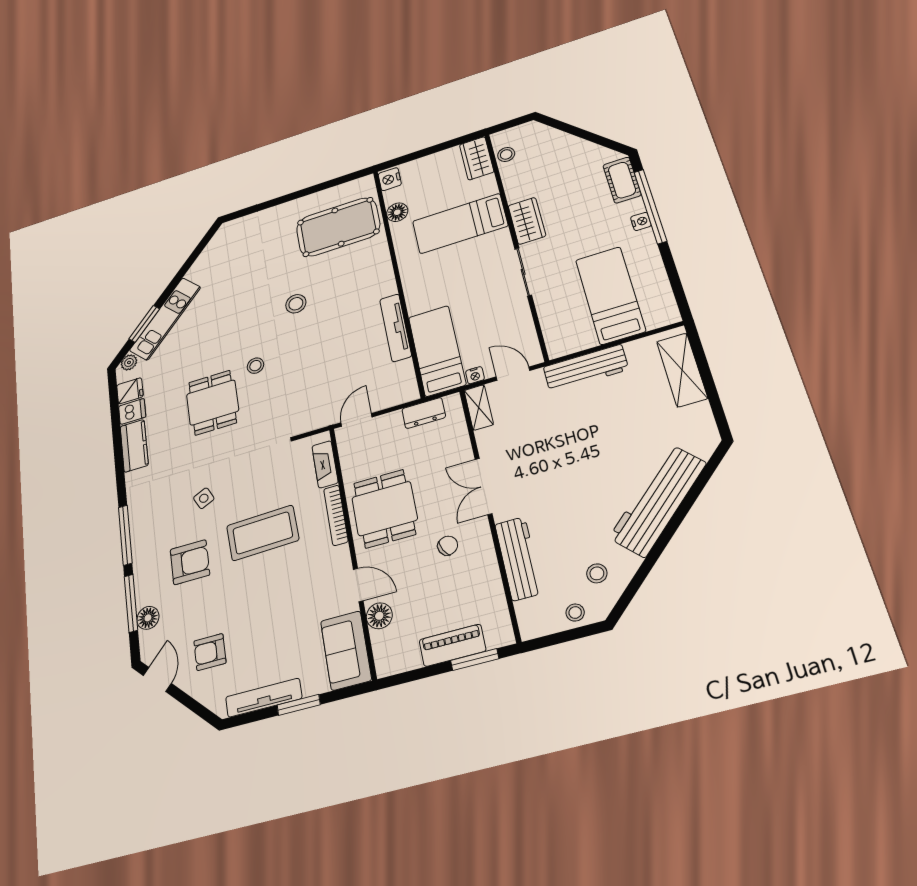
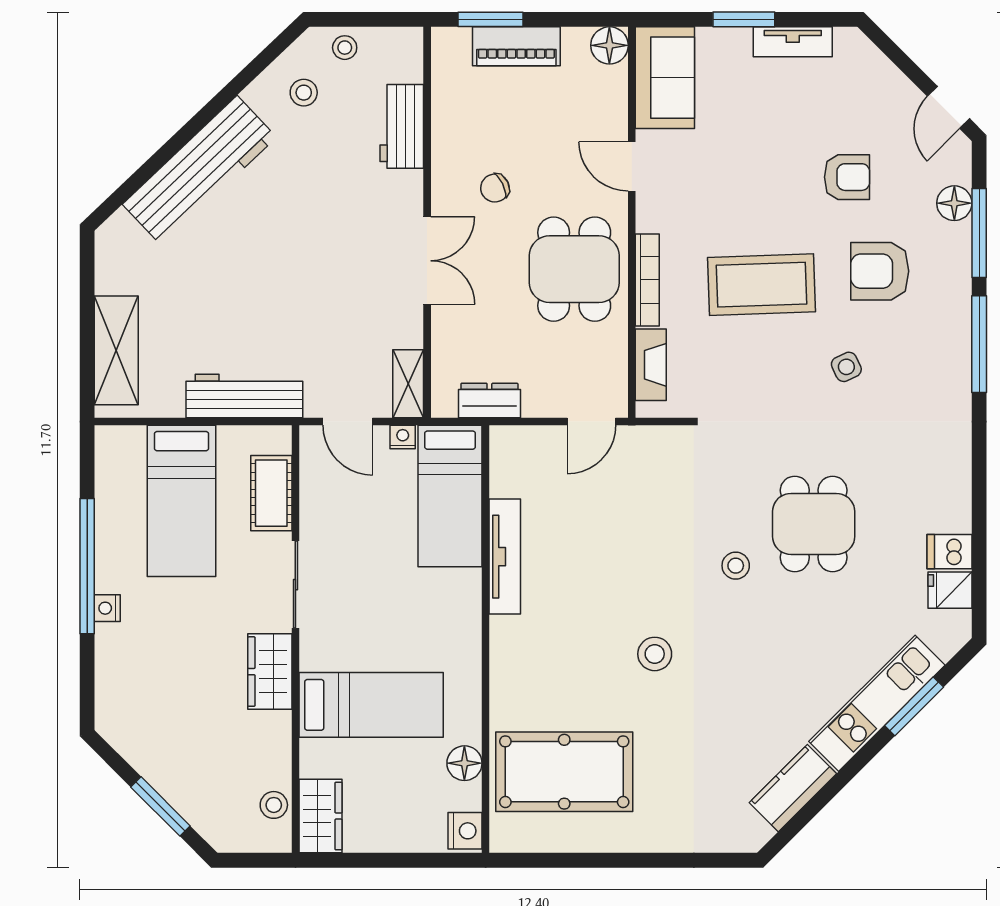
window: (575, 131) -> (160, 806), added
cot: (622, 180) -> (271, 493), moved
window: (650, 206) -> (87, 566), moved
plant: (129, 362) -> (947, 643), removed
kitchen counter: (134, 446) -> (793, 788), moved, turned 45
workbench: (519, 558) -> (402, 126), width x0.73
floor lamp: (379, 616) -> (609, 45), moved
armchair: (210, 652) -> (847, 177), moved
tv unit: (264, 698) -> (793, 42), width x0.71

